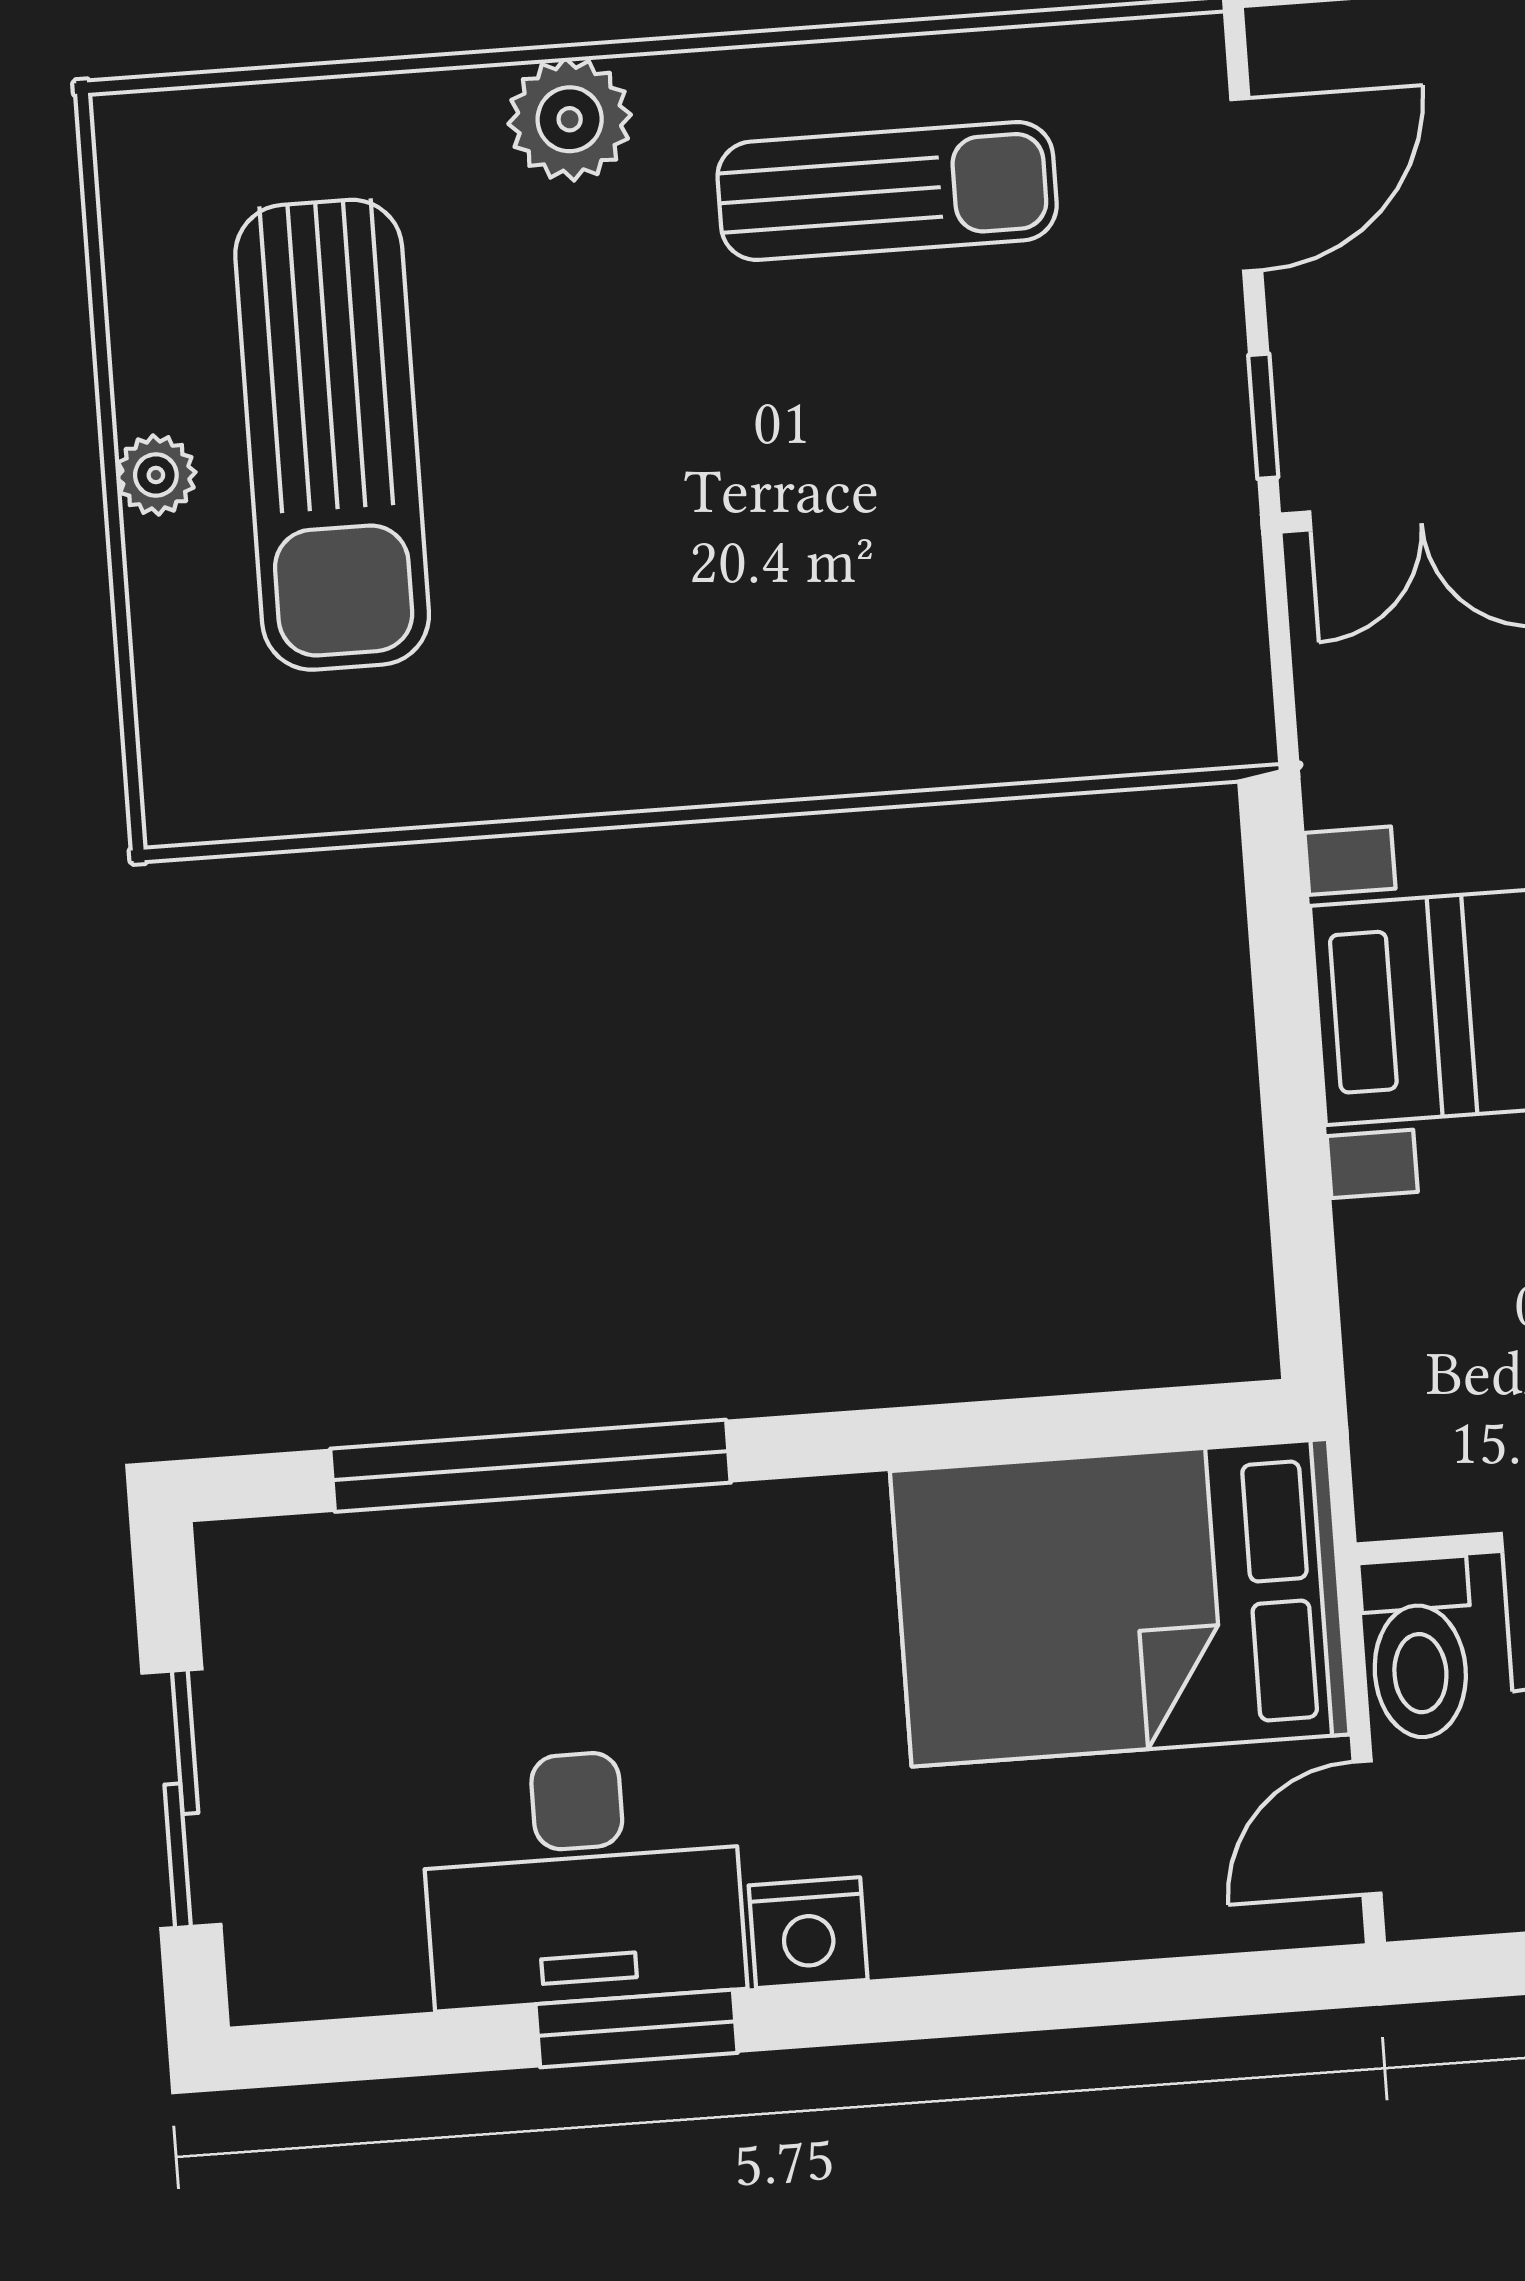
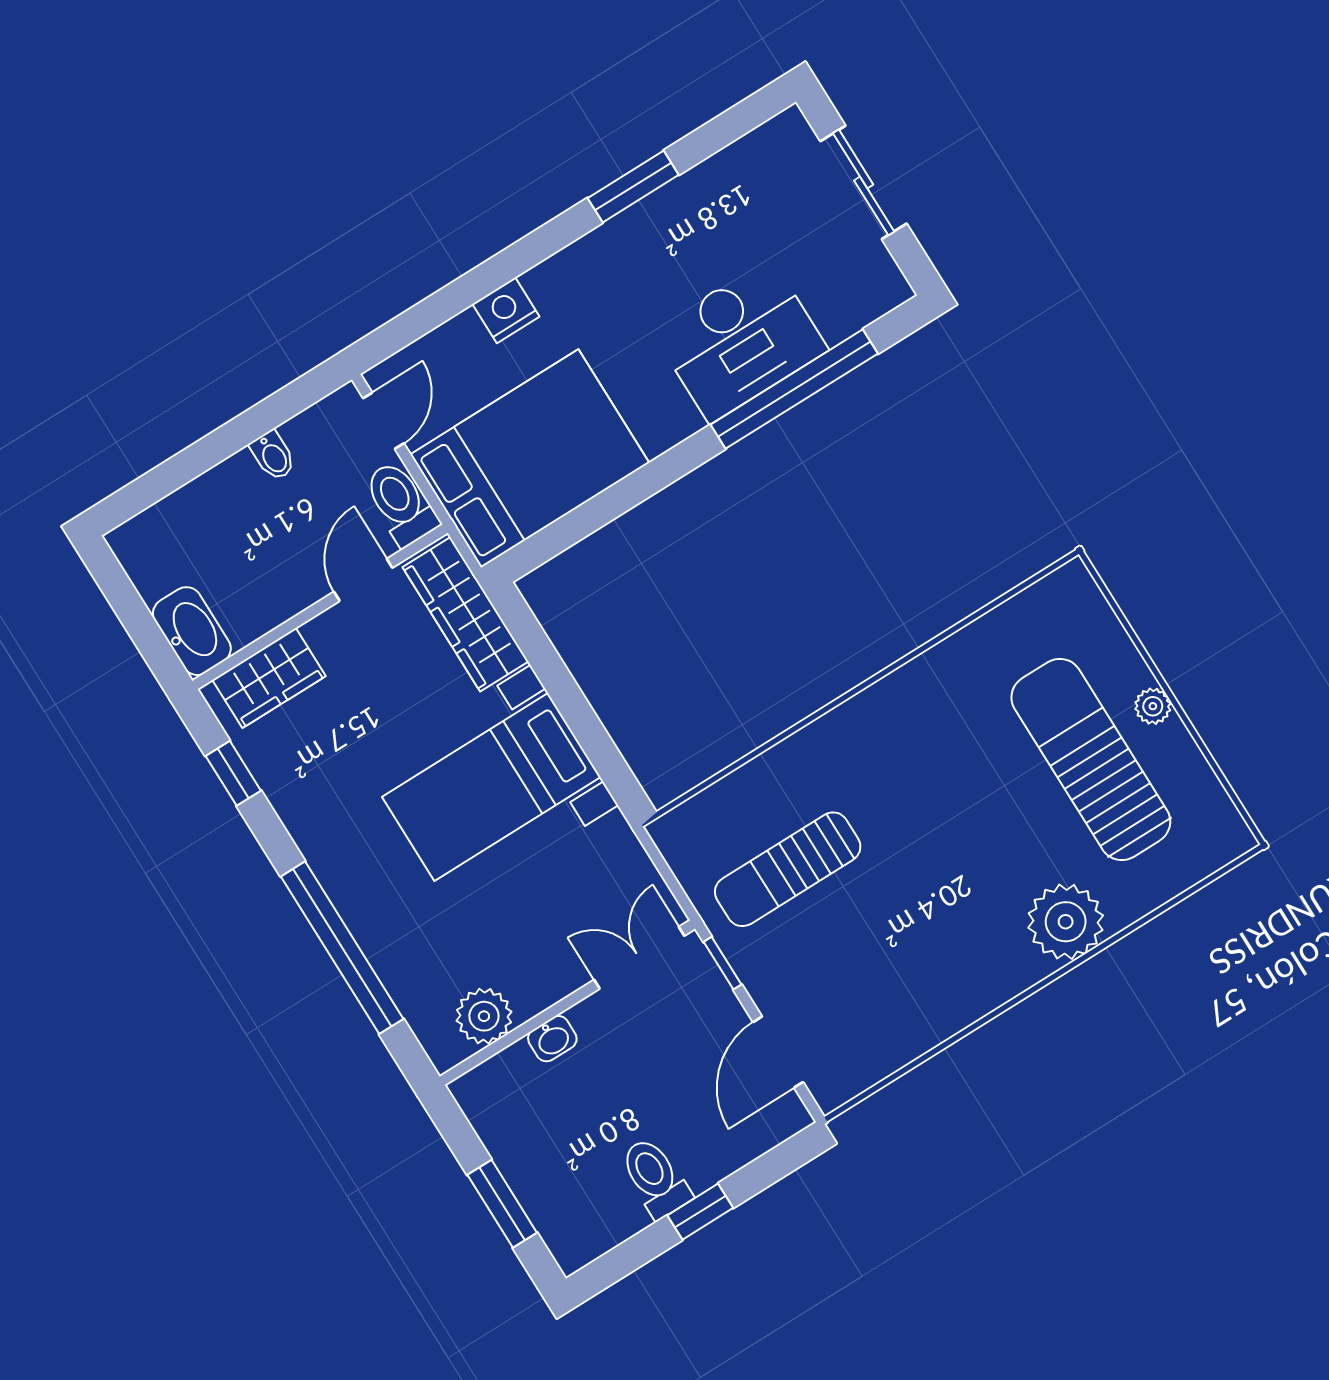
plant: (570, 119) -> (1066, 922), width x1.36, depth x1.36
sun lounger: (887, 191) -> (788, 869), moved
wardrobe: (1407, 1364) -> (465, 614), added
desk: (582, 1877) -> (740, 340), moved, turned 180
nightstand: (808, 1933) -> (506, 310), moved

